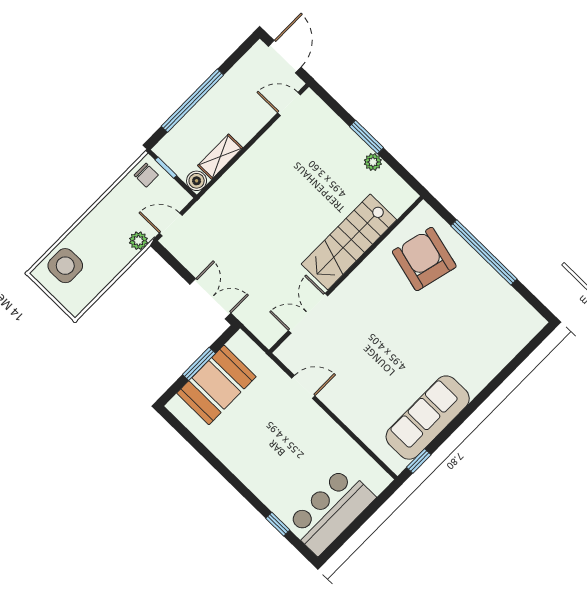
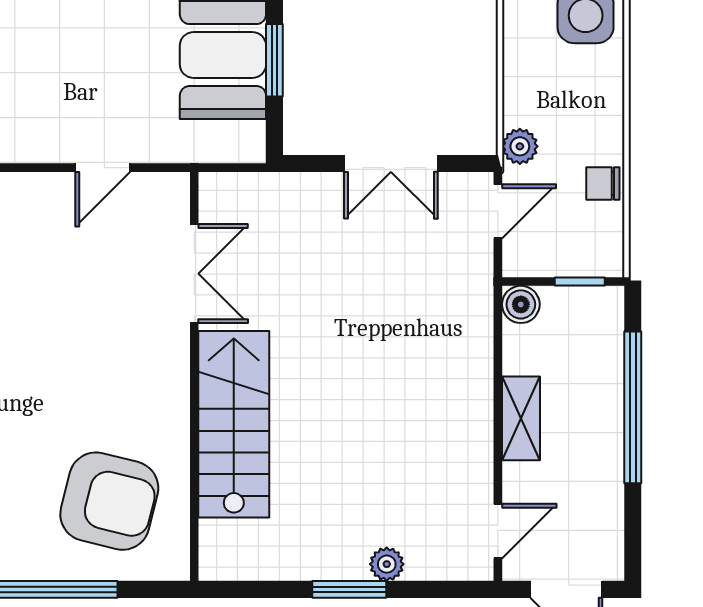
shelving: (220, 157) -> (521, 418), moved
plant: (373, 162) -> (387, 564), moved
chair: (146, 175) -> (603, 184), moved
double door: (210, 299) -> (391, 163), moved

